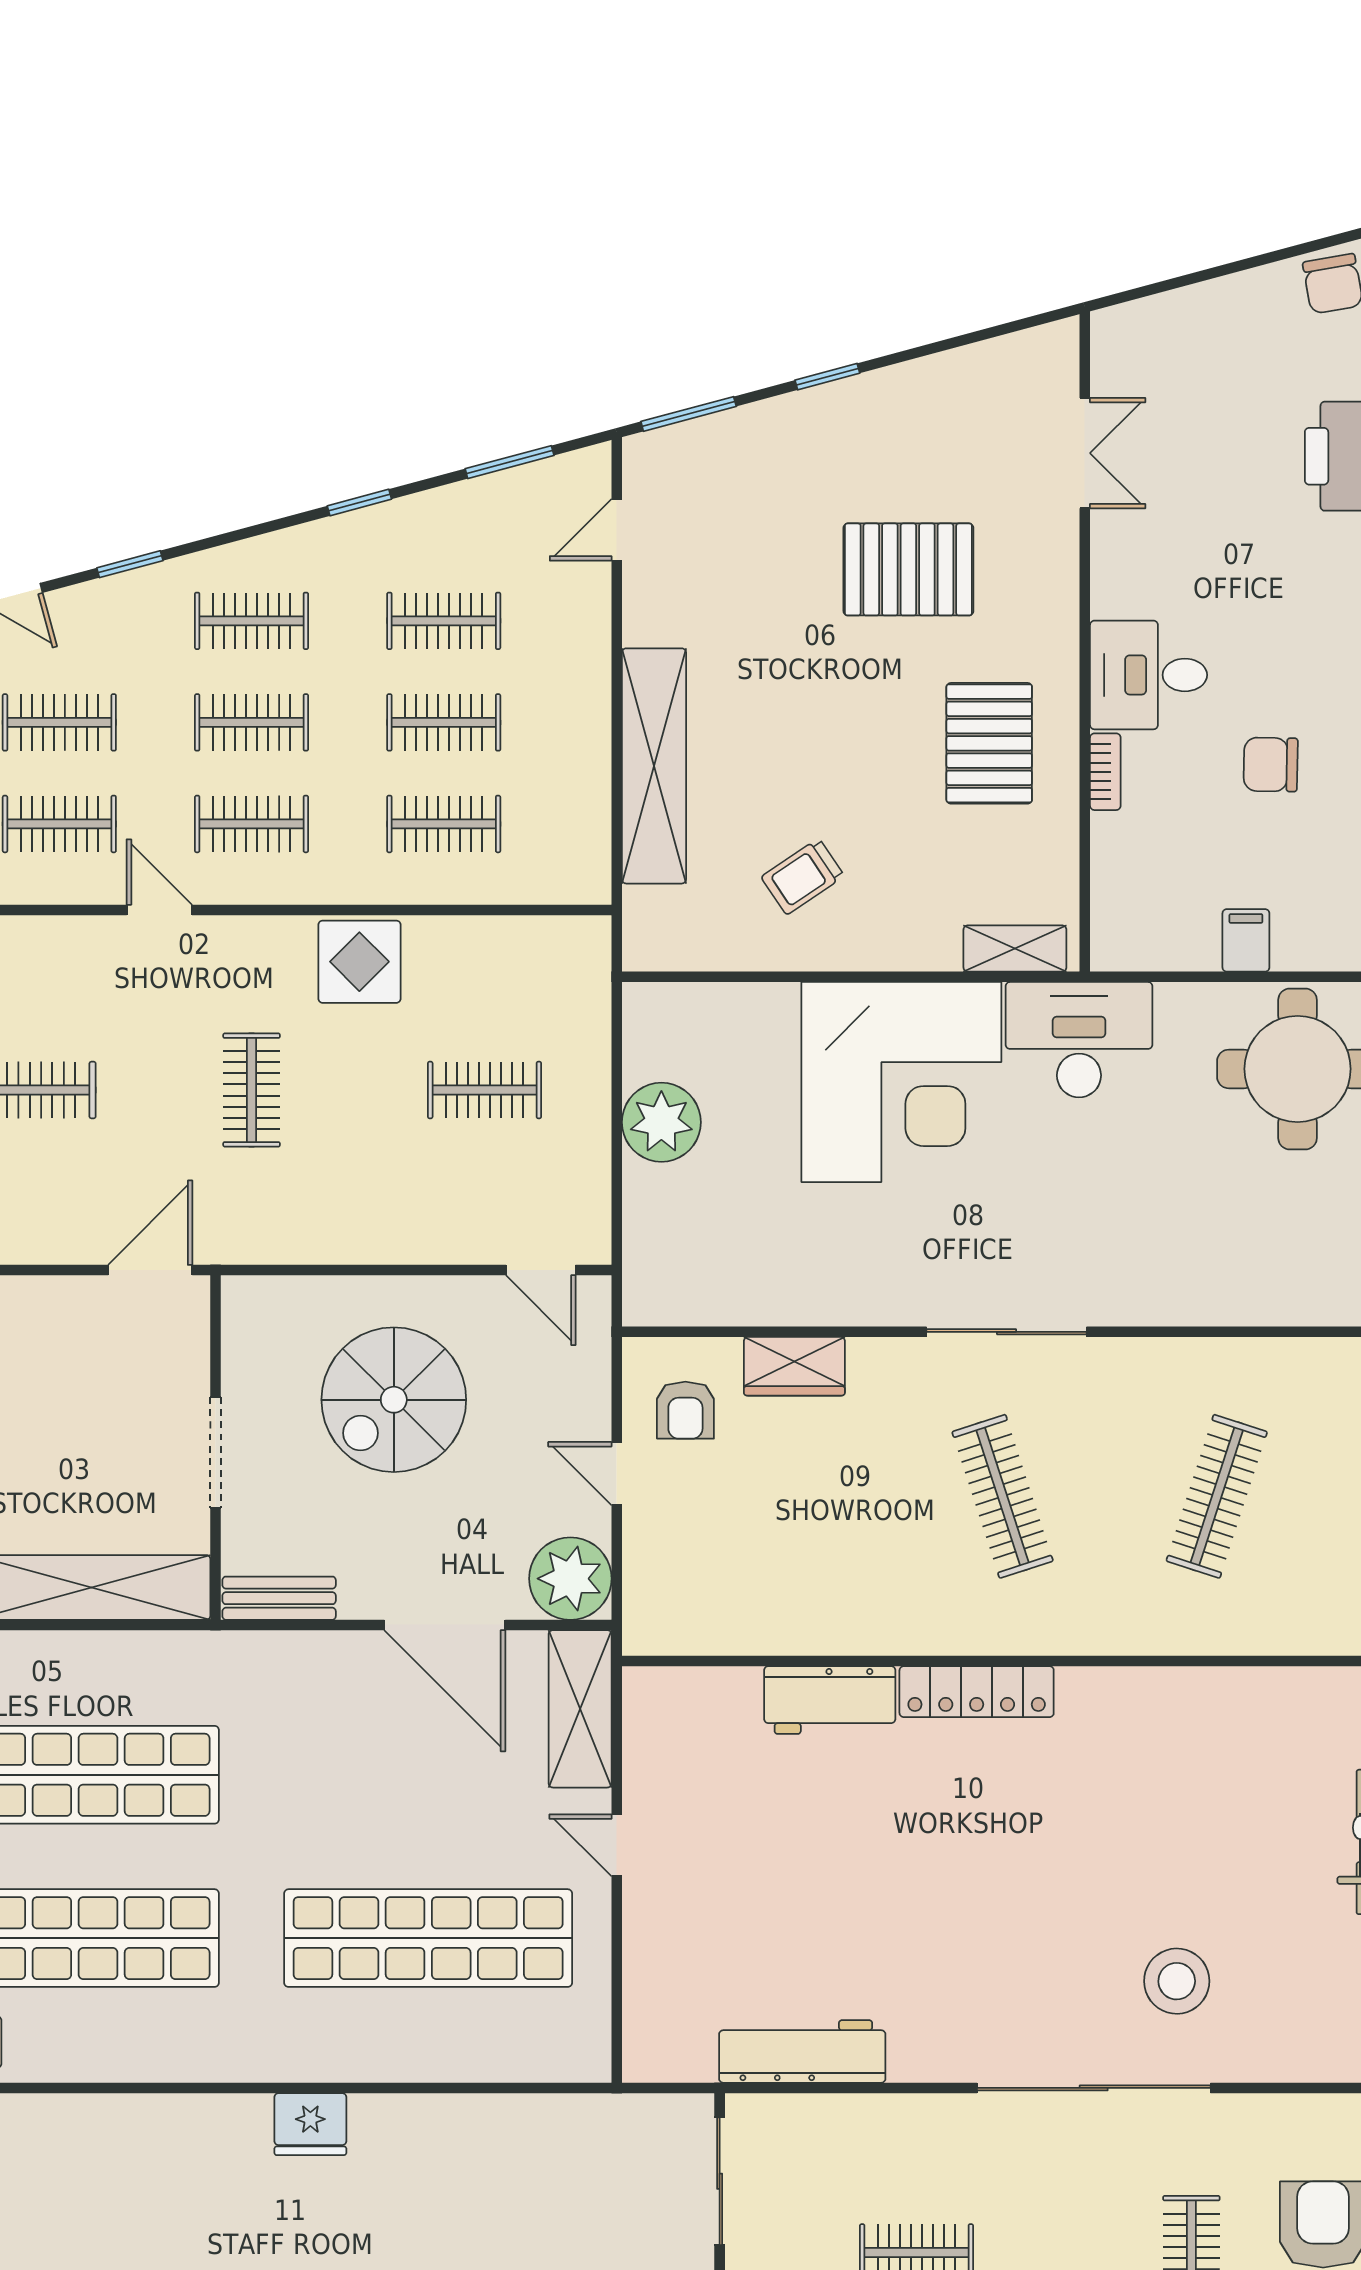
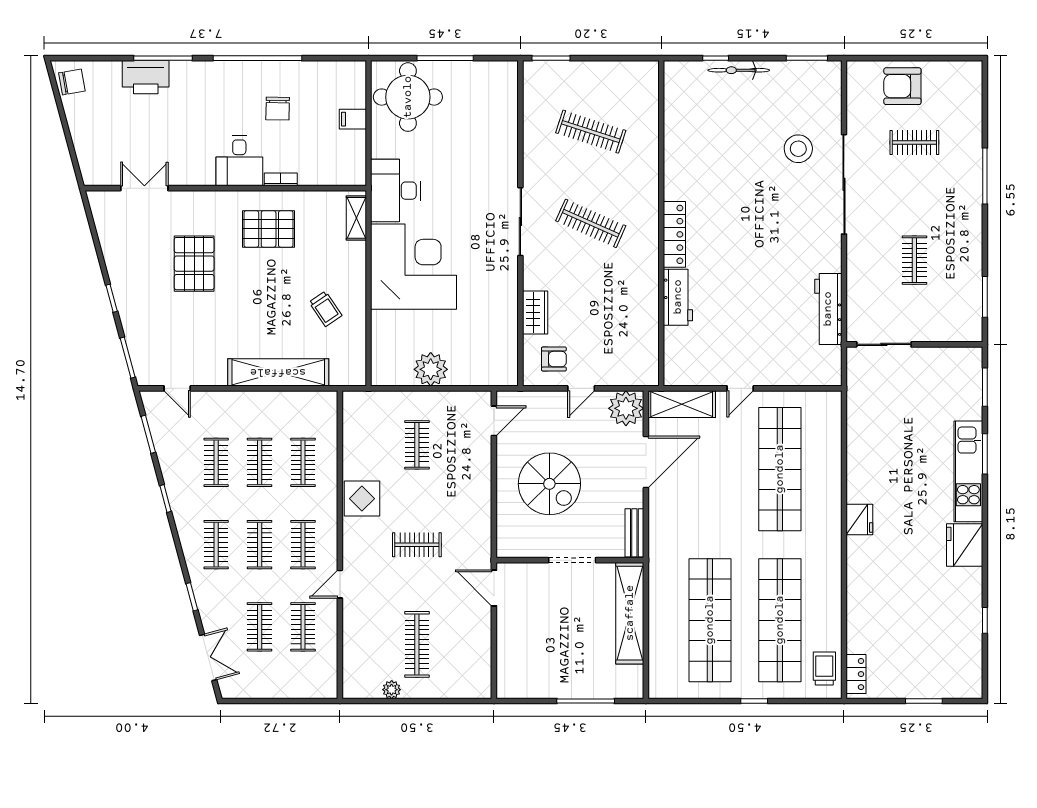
clothes rail: (1003, 1496) -> (591, 223), turned 42

